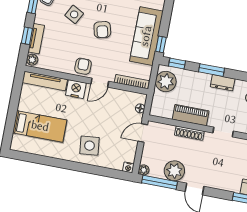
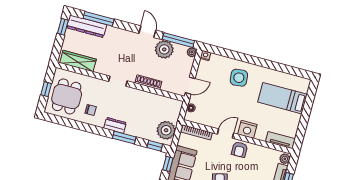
tv unit: (45, 81) -> (280, 140), width x0.71
piano: (191, 115) -> (146, 98), removed

